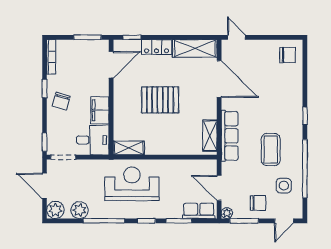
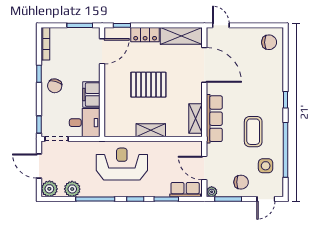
shelving: (129, 148) -> (151, 130), moved

